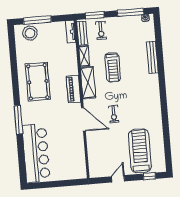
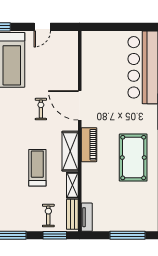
stool: (30, 33) -> (138, 220), removed

